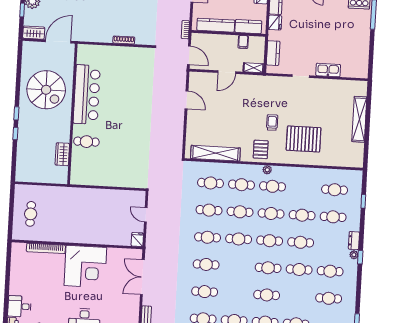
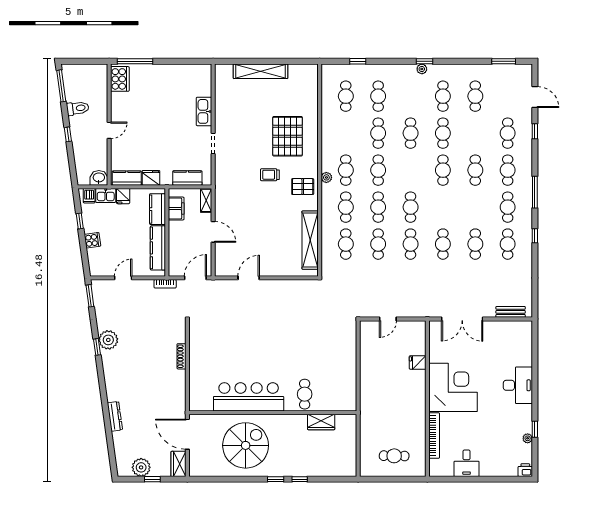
filing cabinet: (243, 42) -> (176, 209), width x2.00
fridge: (137, 239) -> (418, 362), moved
cafe table: (270, 241) -> (411, 170), removed
dresser: (354, 241) -> (405, 70), removed
desk: (19, 306) -> (467, 463), moved

